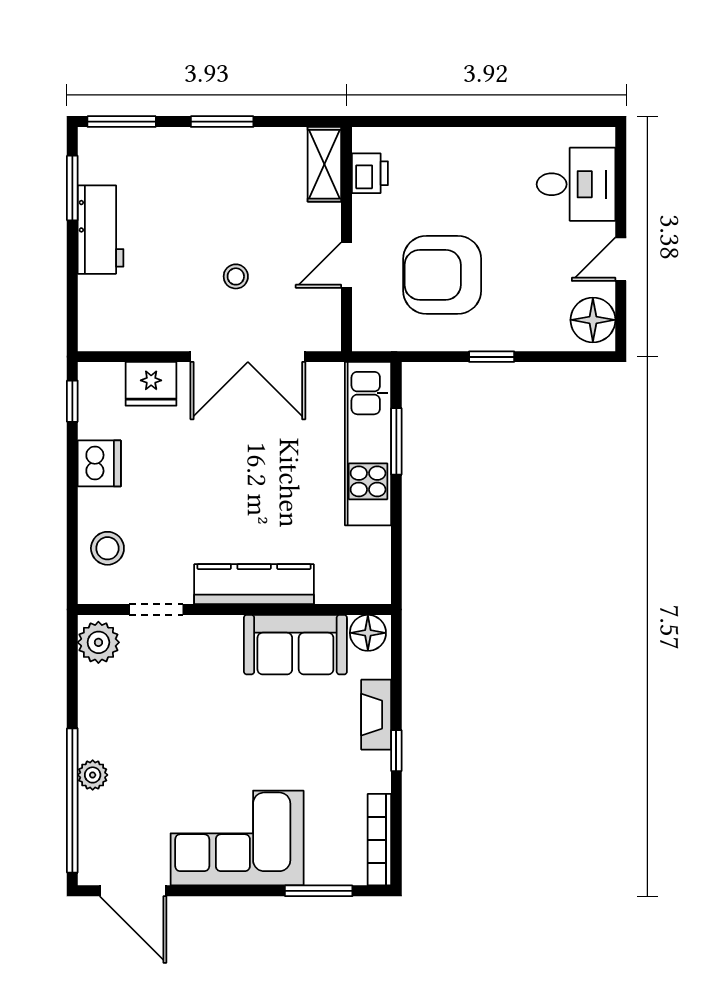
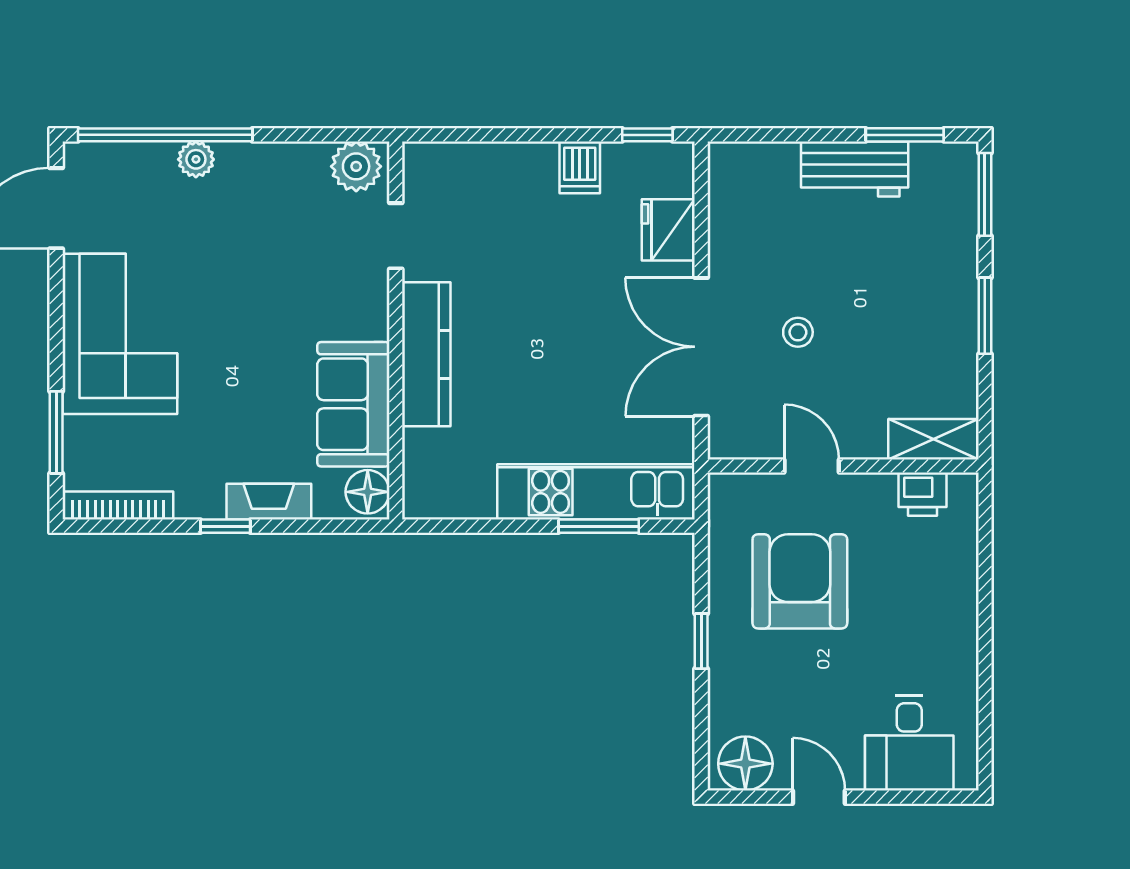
dishwasher: (99, 463) -> (580, 167), width x0.73
stool: (107, 548) -> (470, 177), removed

